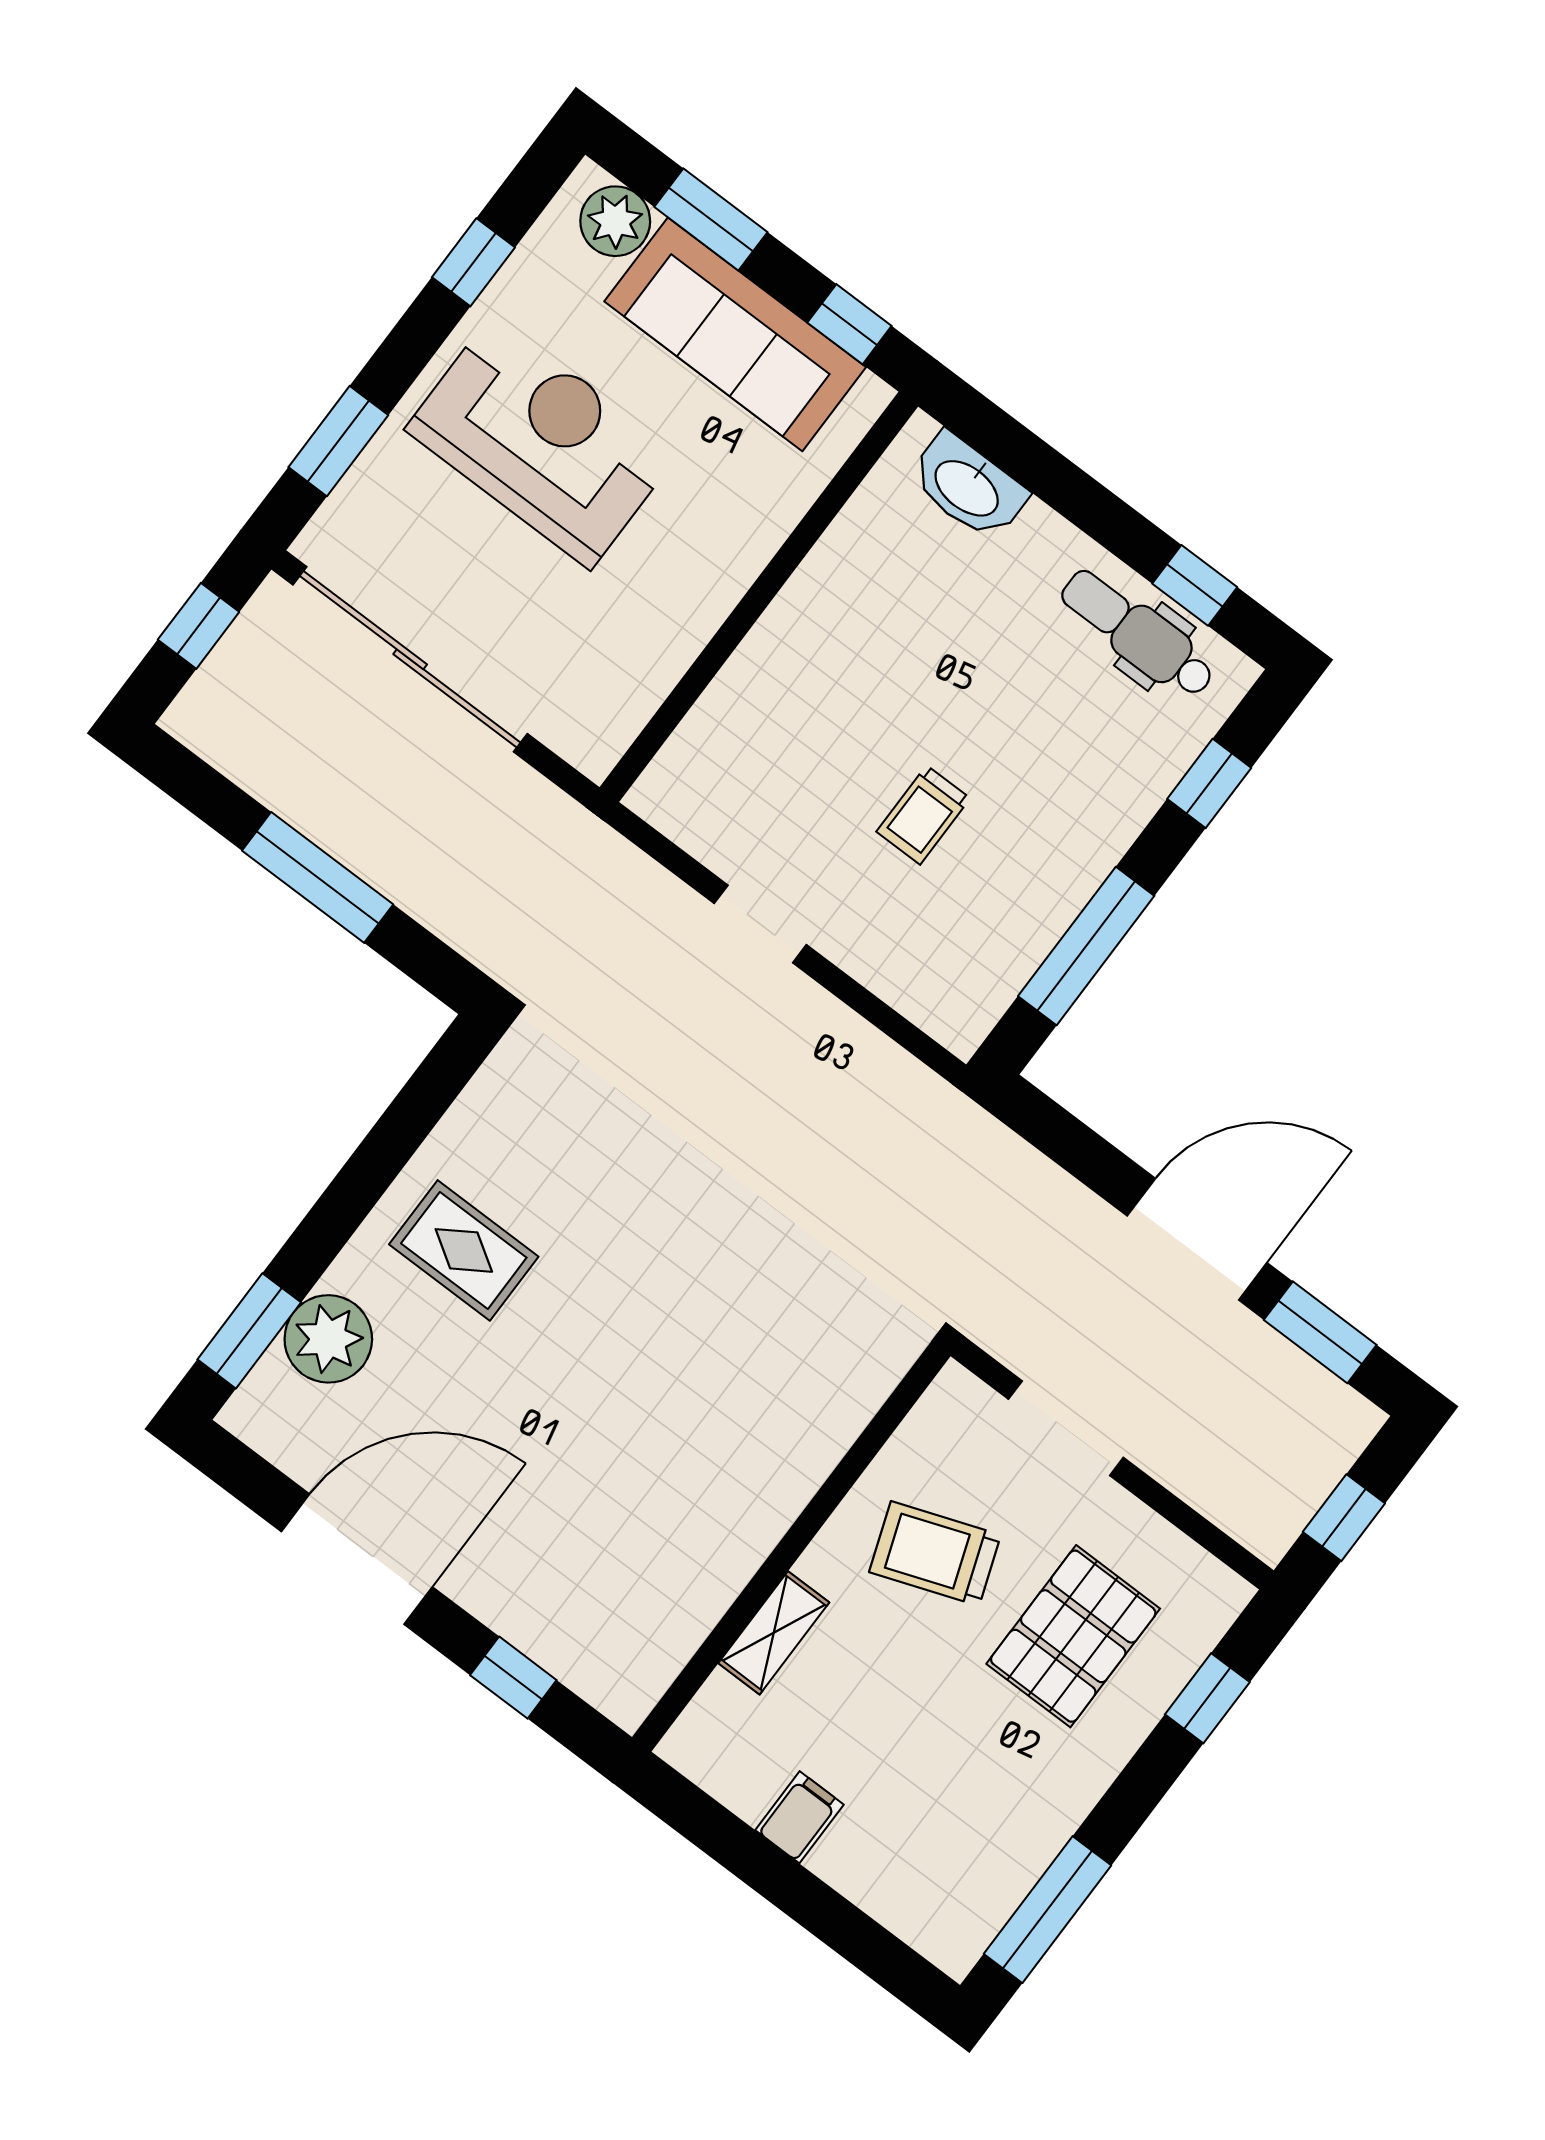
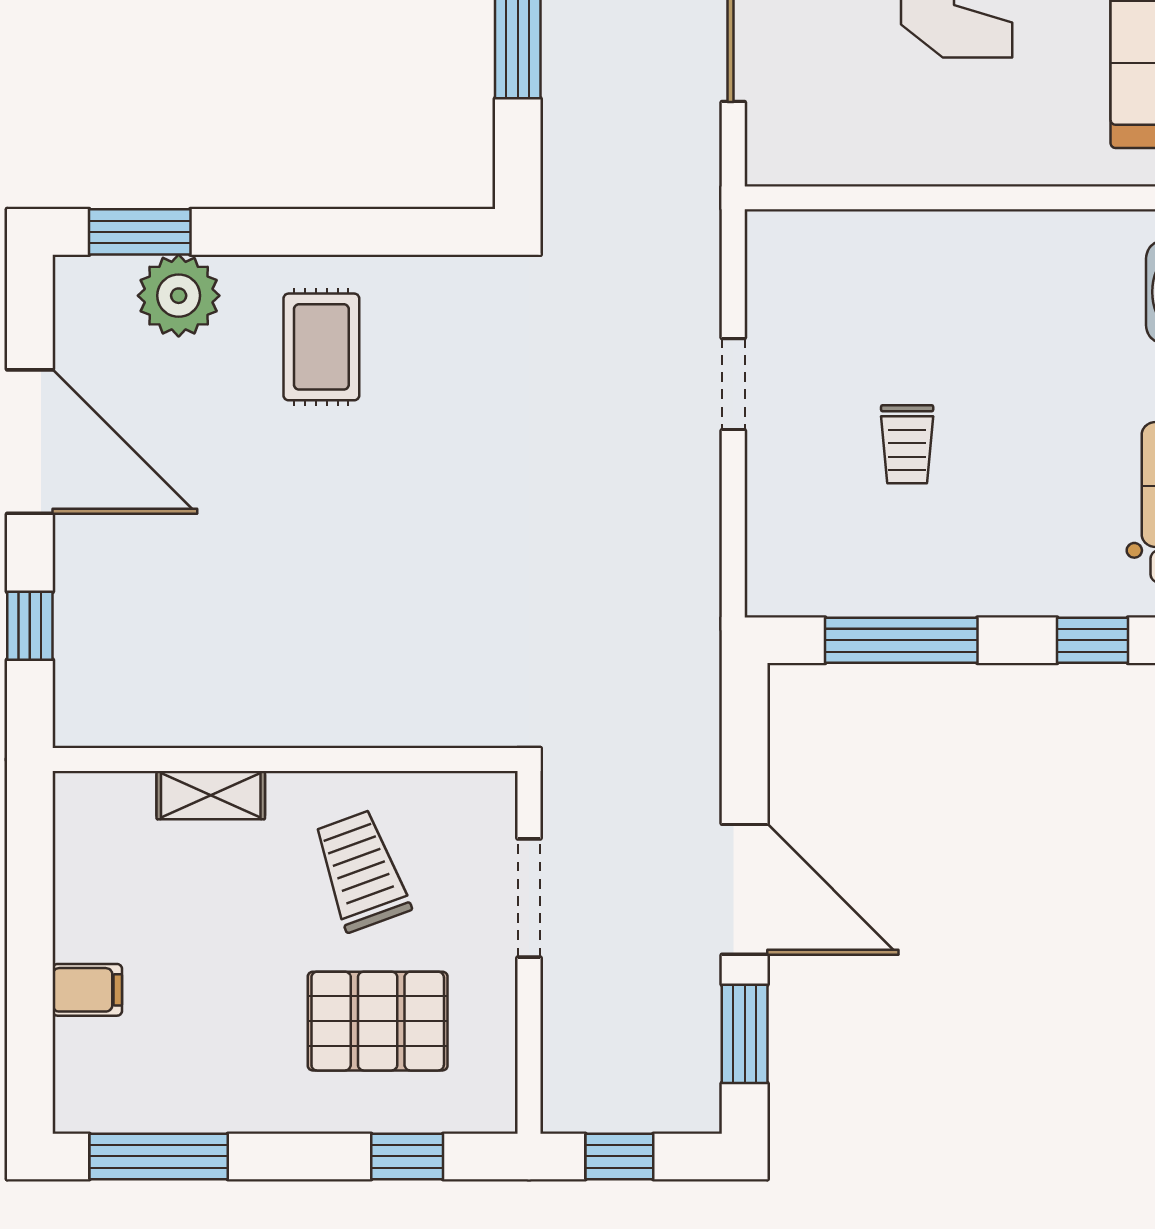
trolley: (923, 815) -> (907, 444), turned -90
filing cabinet: (799, 1817) -> (87, 990), moved

